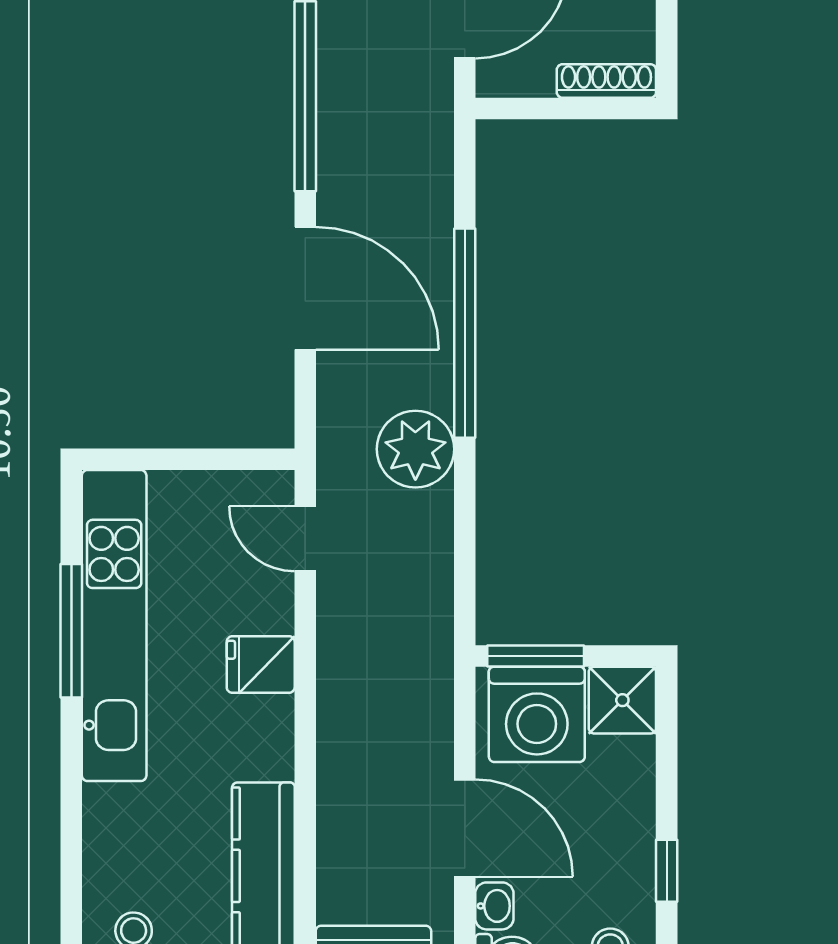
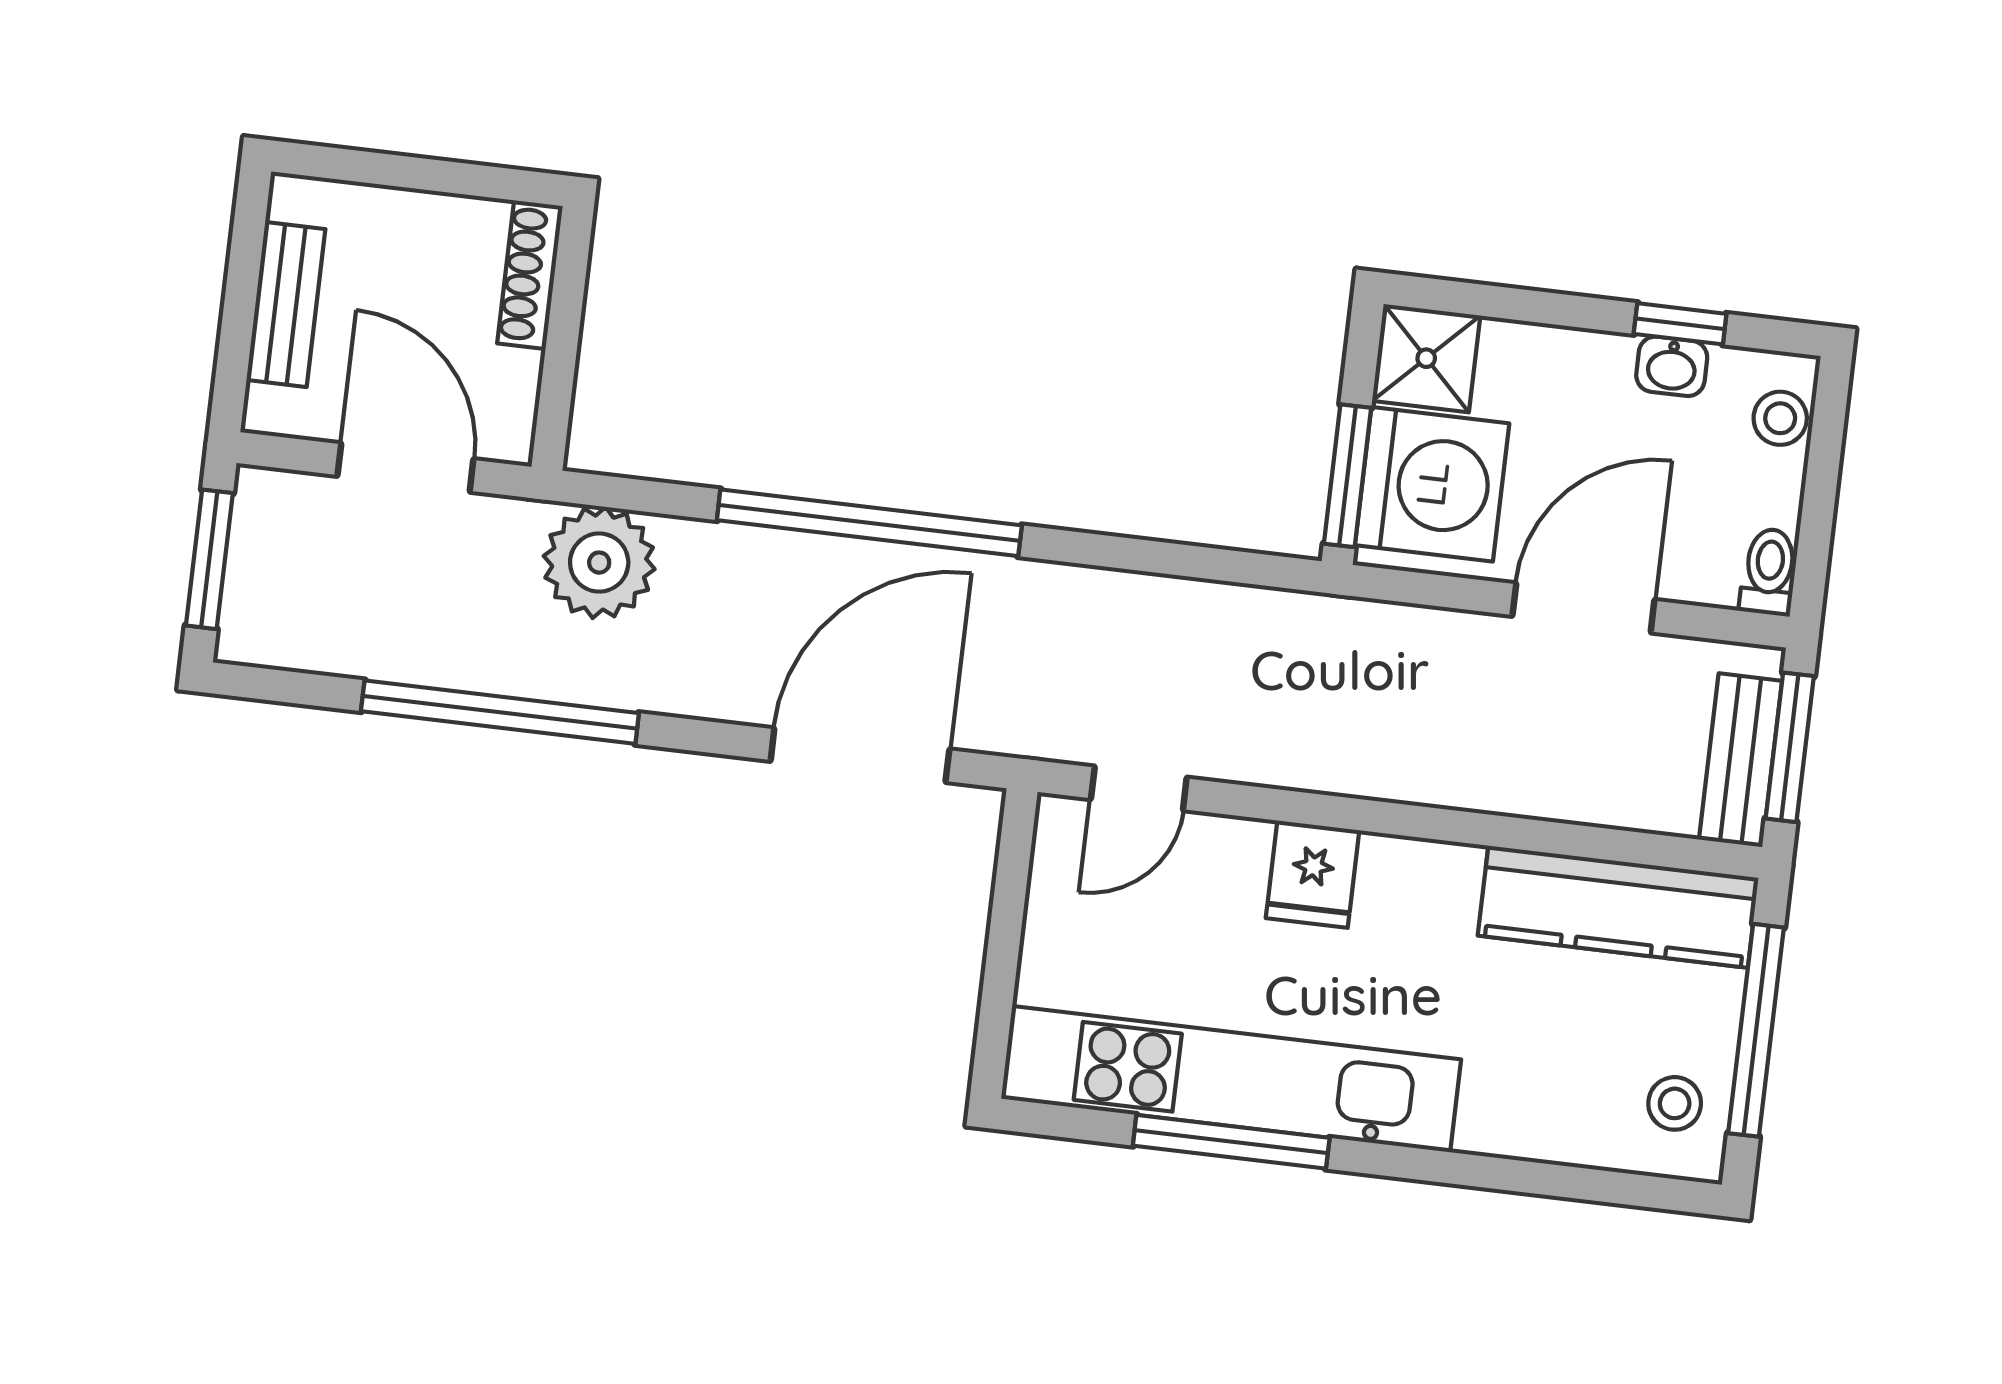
door: (305, 288) -> (860, 755), moved
plant: (415, 449) -> (599, 563), moved
washbasin: (494, 906) -> (1672, 366), moved, turned 180

